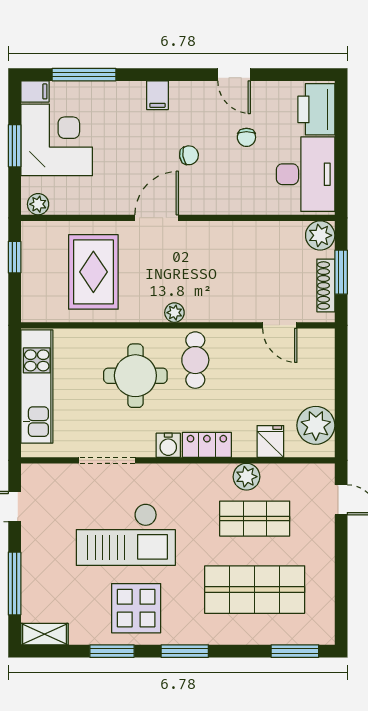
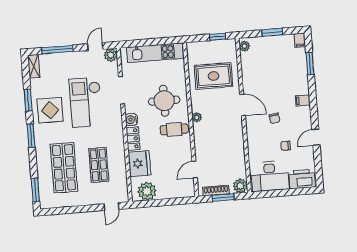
window: (84, 75) -> (310, 64), width x0.69
corner desk: (57, 140) -> (277, 53), removed
fridge: (270, 441) -> (139, 164), width x1.88, depth x1.34
plant: (246, 477) -> (111, 55), moved

